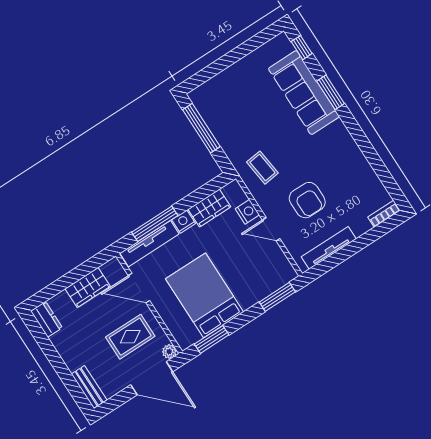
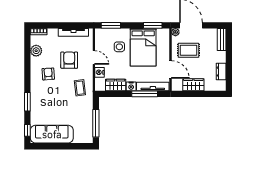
sofa: (304, 93) -> (52, 134), moved, turned -90
armchair: (326, 157) -> (48, 74), added
plant: (369, 181) -> (36, 51), added
side table: (242, 272) -> (119, 47), added
dresser: (47, 319) -> (221, 72), moved

